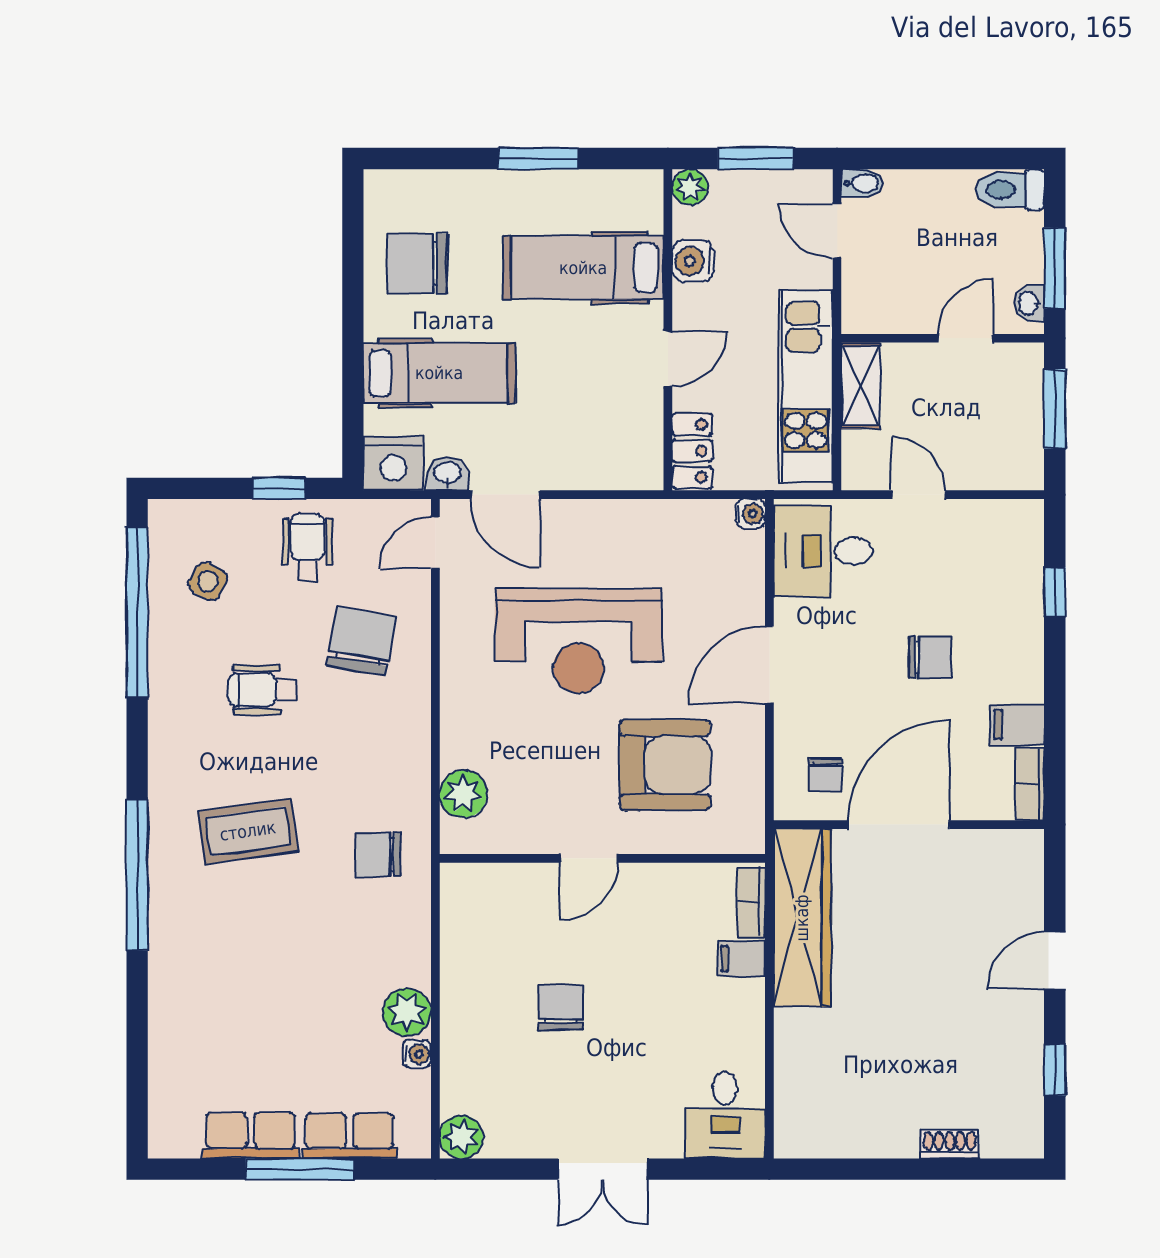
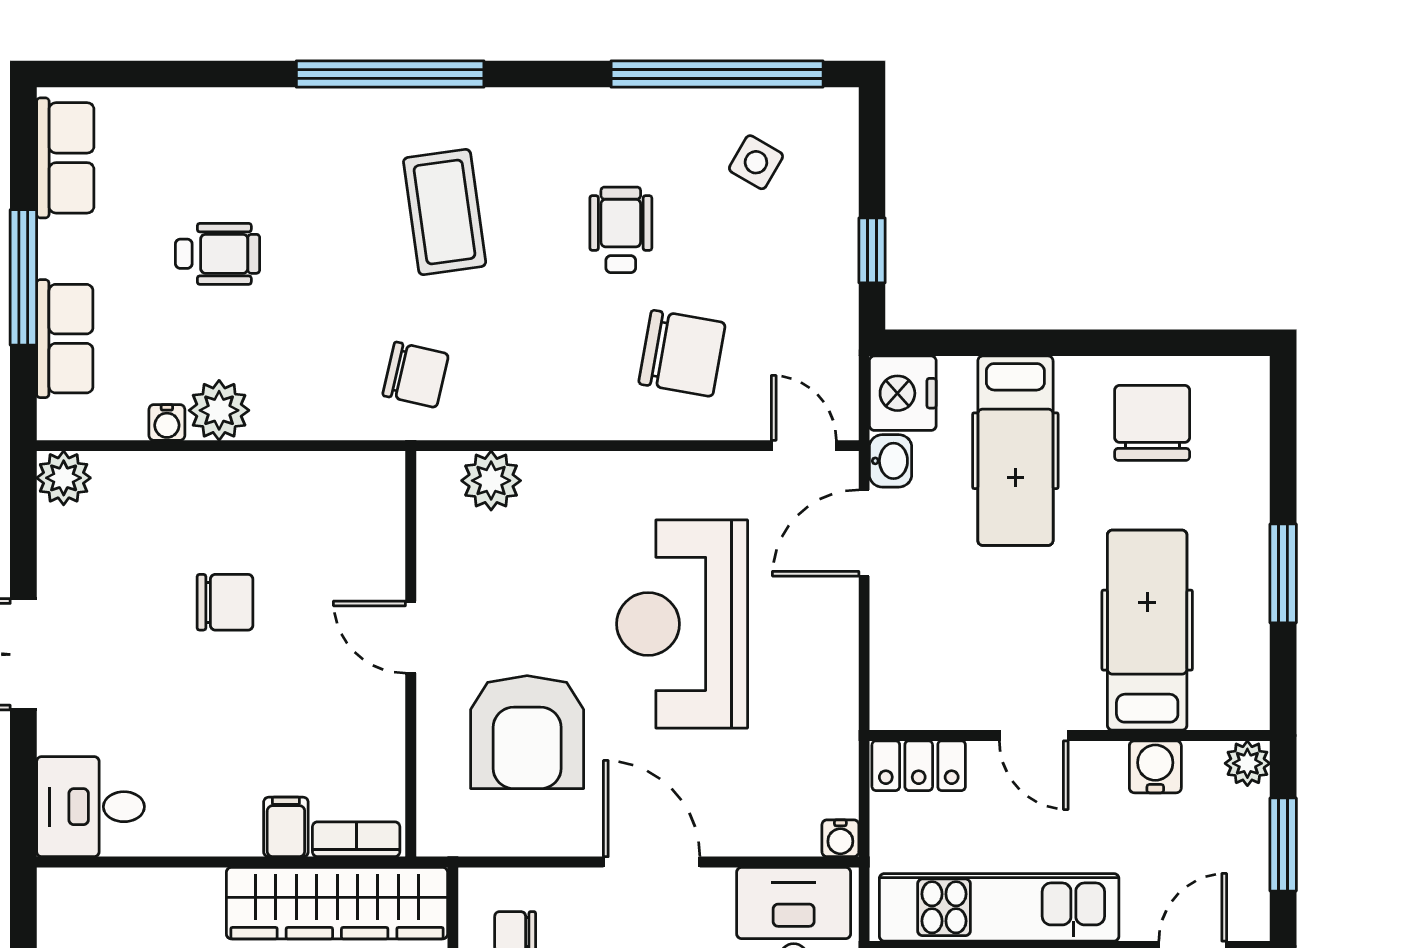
wheelchair: (308, 547) -> (218, 254), moved
chair: (378, 854) -> (416, 375), turned 103
row of seats: (251, 1136) -> (65, 158), moved

